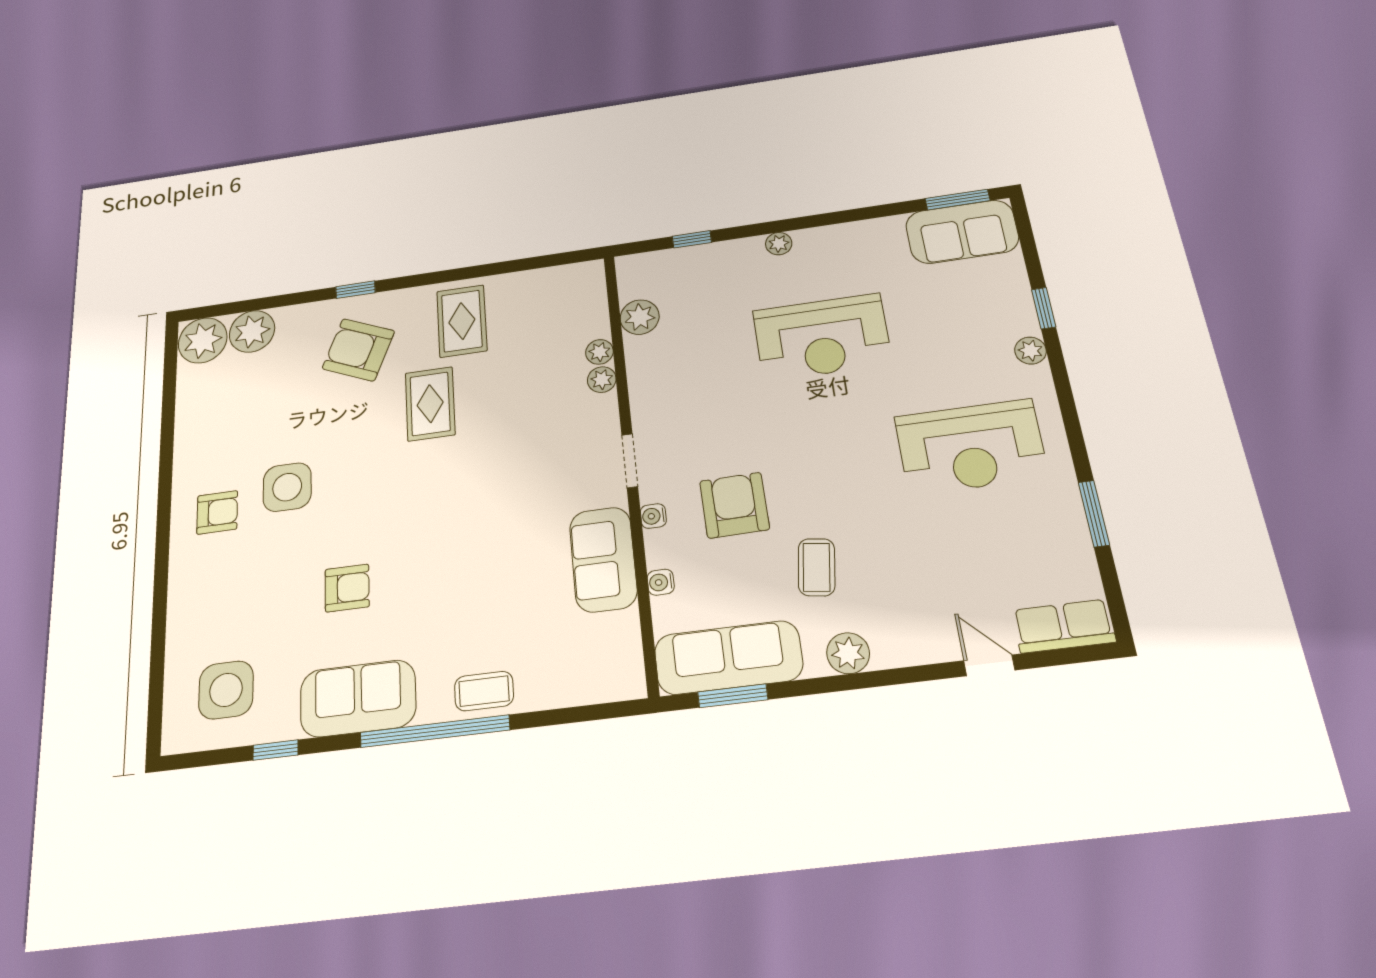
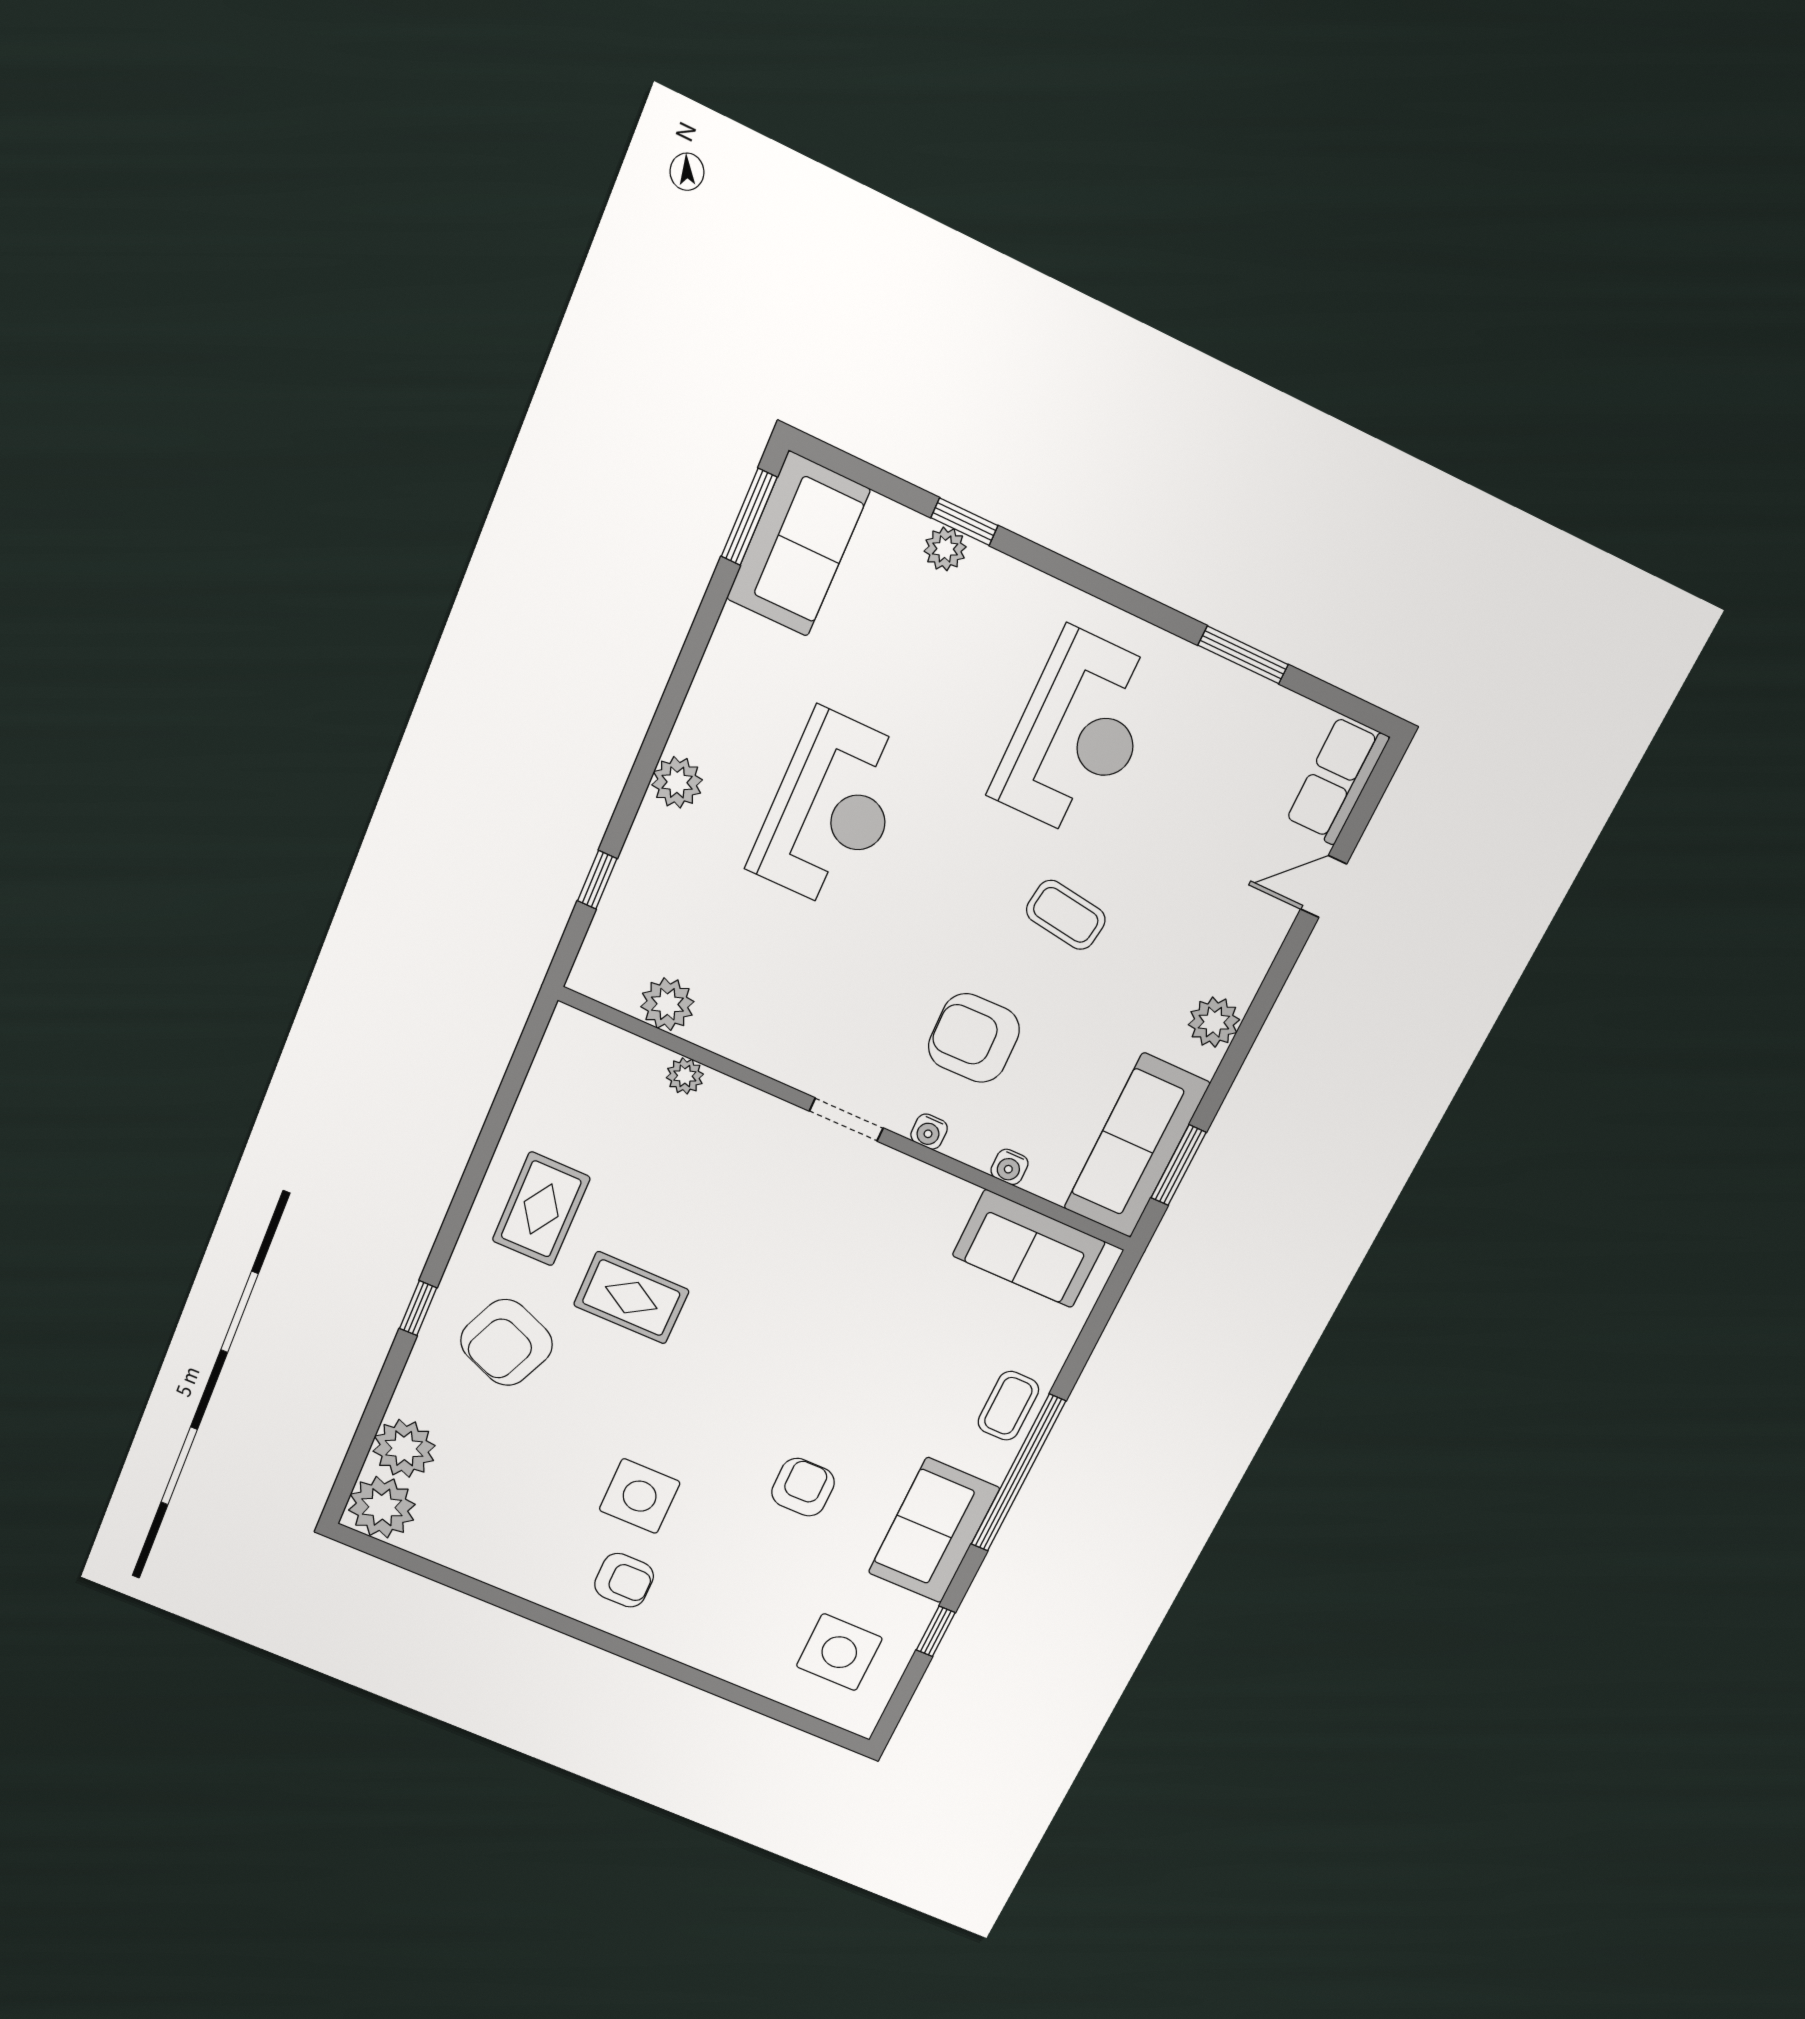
plant: (779, 244) -> (677, 782), width x1.38, depth x1.38
rug: (462, 321) -> (541, 1209), turned 90
plant: (1030, 351) -> (945, 549), moved
plant: (602, 380) -> (723, 1093), removed
armchair: (217, 512) -> (624, 1580), turned 90
sofa: (603, 559) -> (1029, 1249), moved
coffee table: (817, 567) -> (1066, 915), moved

